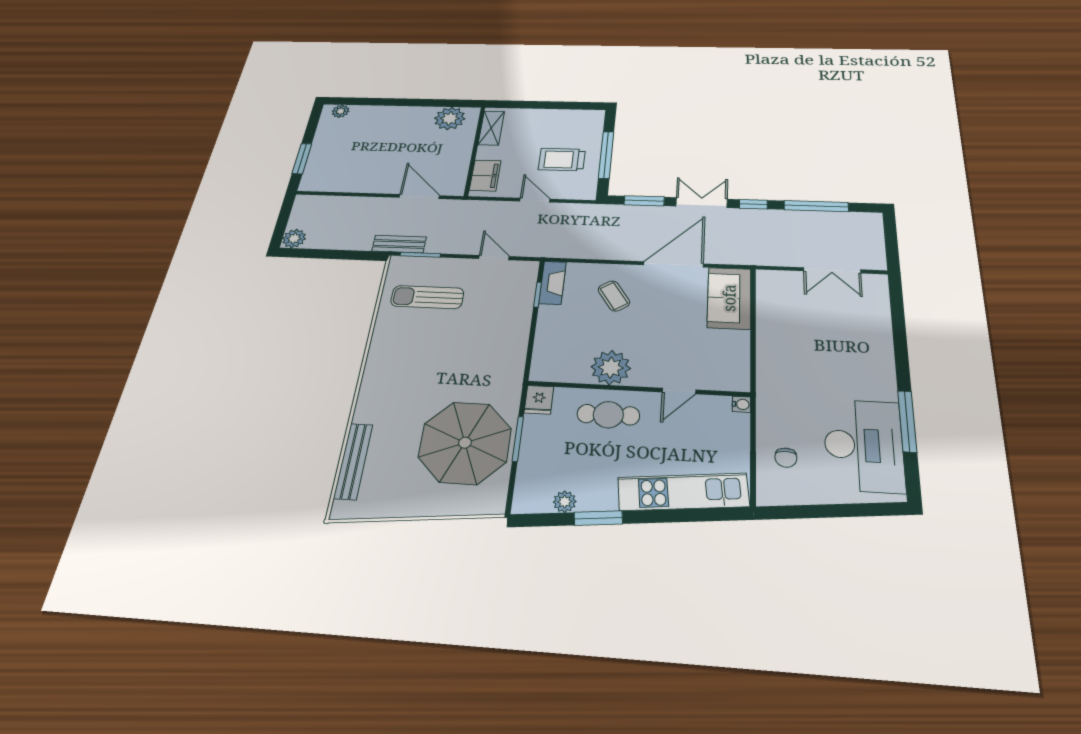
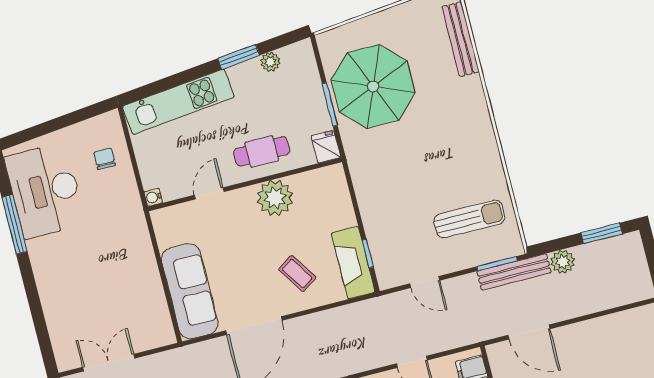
plant: (294, 239) -> (563, 262), moved
bench: (399, 244) -> (514, 272), width x1.36
window: (314, 254) -> (602, 233), added
fireplace: (553, 283) -> (353, 263), width x1.37, depth x1.32
sofa: (729, 298) -> (190, 291), width x1.36

